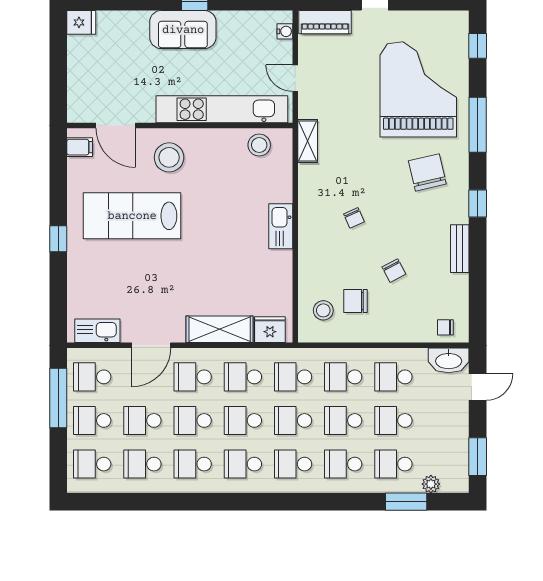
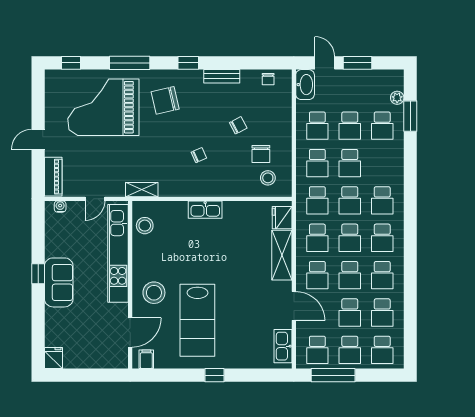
chair: (445, 327) -> (268, 79), moved
window: (478, 457) -> (357, 63), moved
school desk: (343, 464) -> (382, 163), removed

